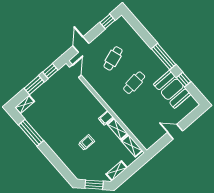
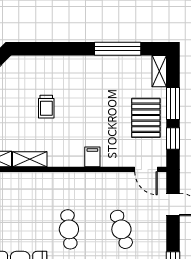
pallet: (52, 92) -> (146, 118), added
filing cabinet: (106, 118) -> (92, 157), moved

